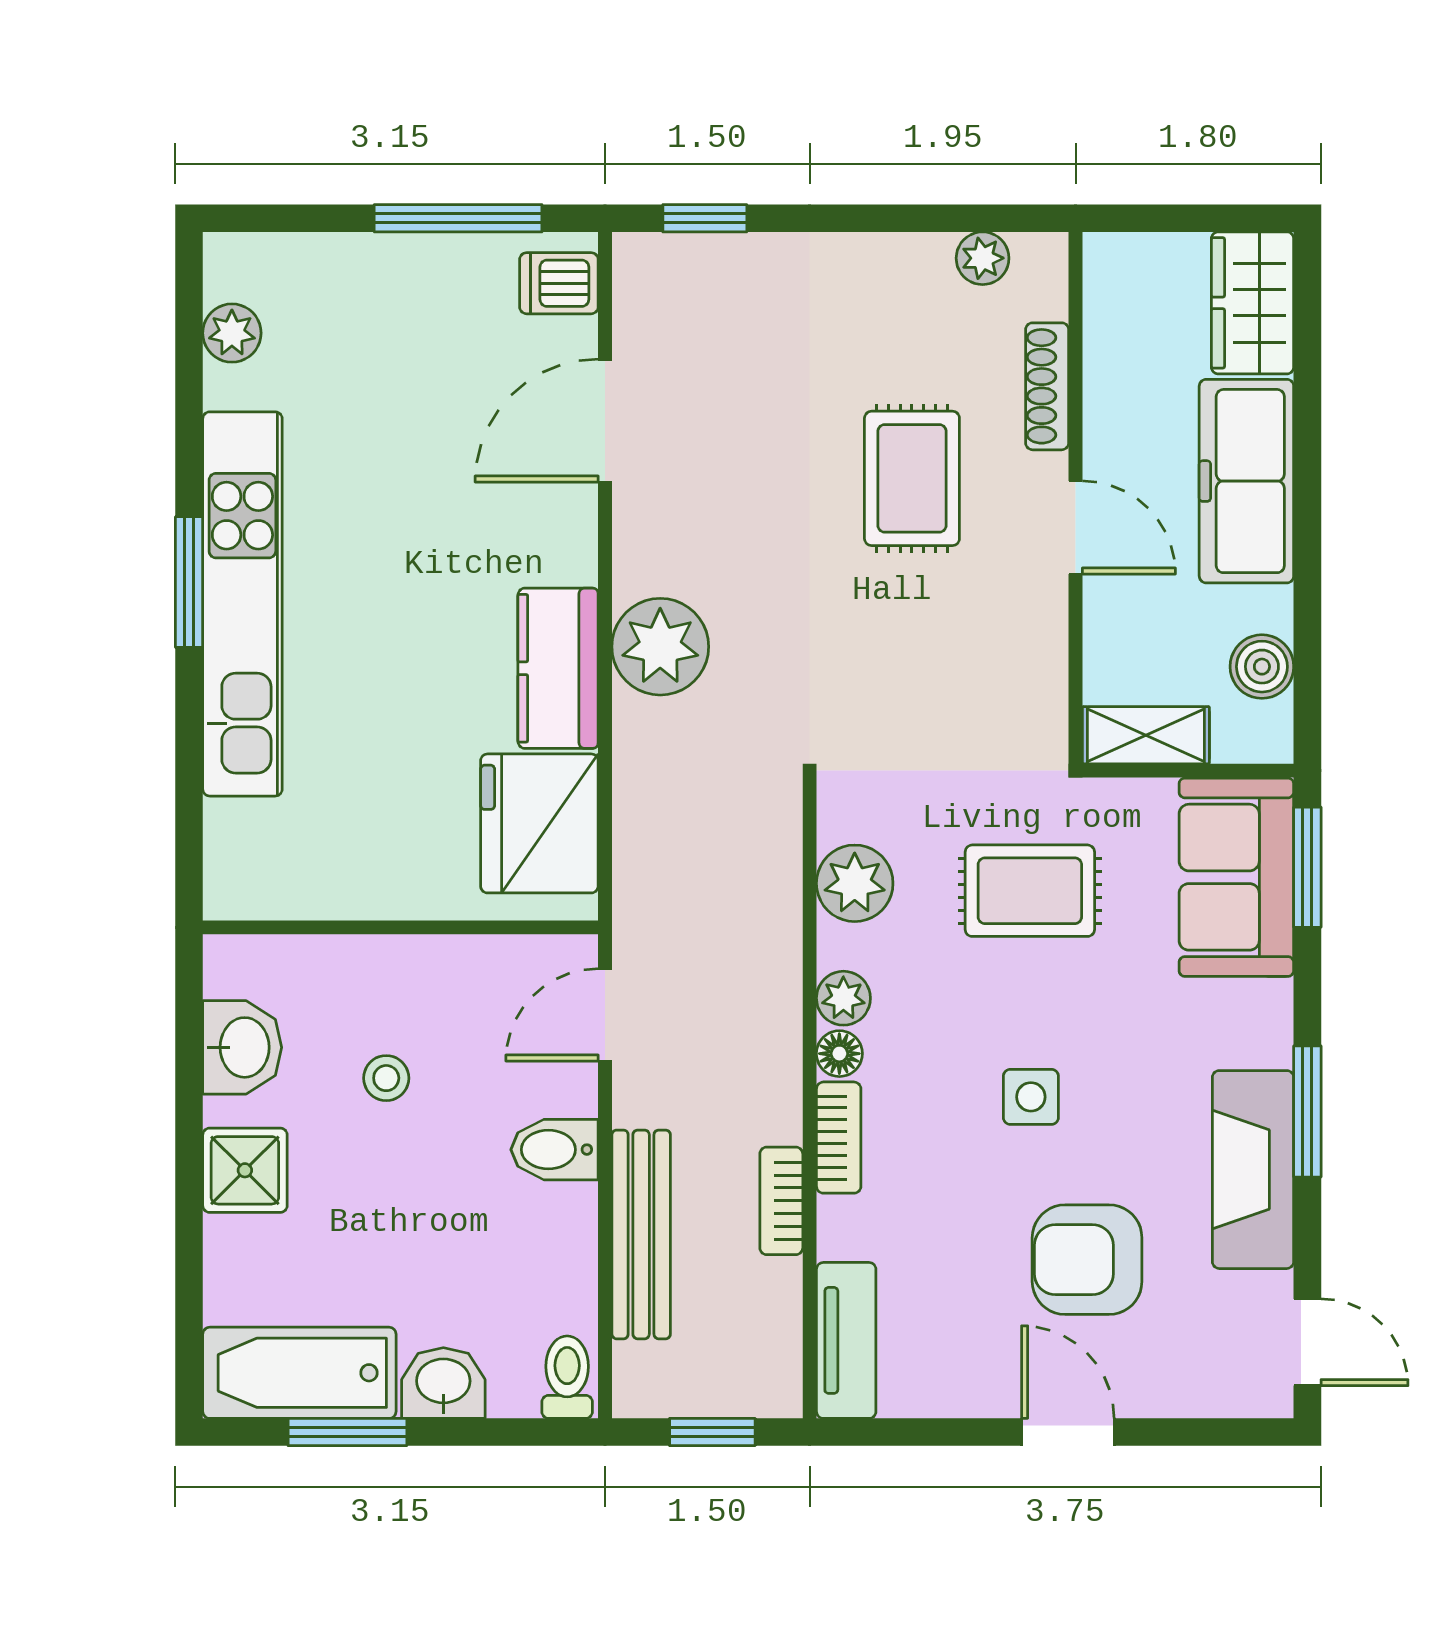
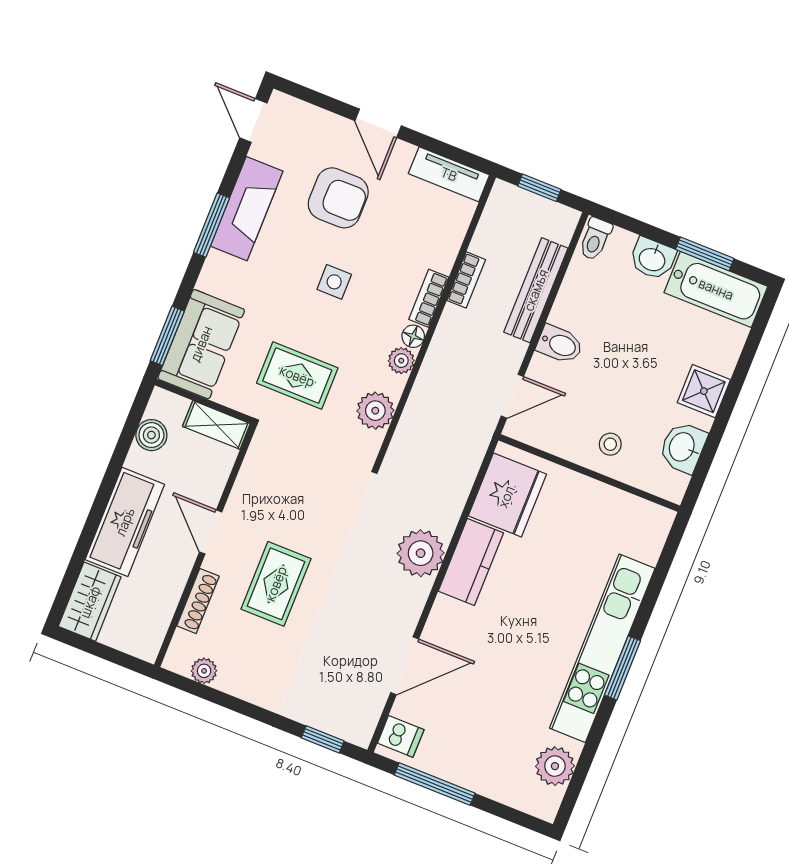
plant: (232, 333) -> (555, 766), width x1.38, depth x1.38
stool: (386, 1078) -> (610, 444), moved
tv unit: (846, 1340) -> (449, 174), moved, turned -90

